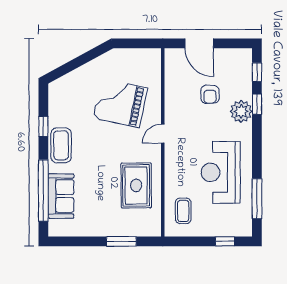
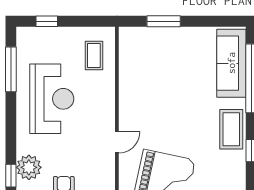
rug: (136, 185) -> (147, 84), removed
sofa: (61, 196) -> (231, 63), width x1.36

